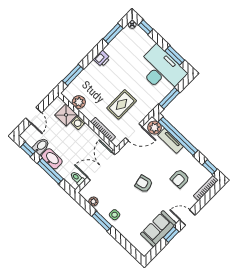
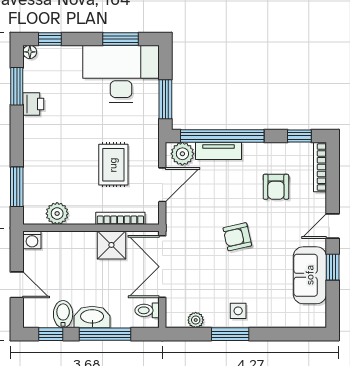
printer: (102, 59) -> (33, 104), moved
shower: (66, 115) -> (111, 245), moved
washing machine: (78, 123) -> (32, 240), moved

